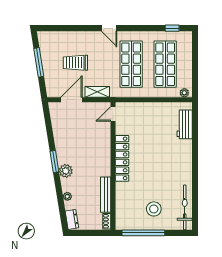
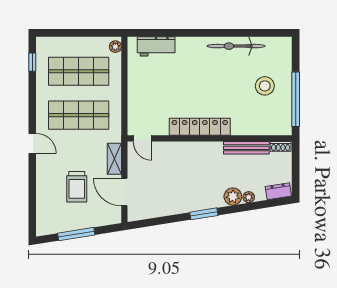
door: (109, 28) -> (32, 143), hinge flipped
plant: (66, 171) -> (233, 197), moved
bicycle: (185, 207) -> (236, 46), moved

